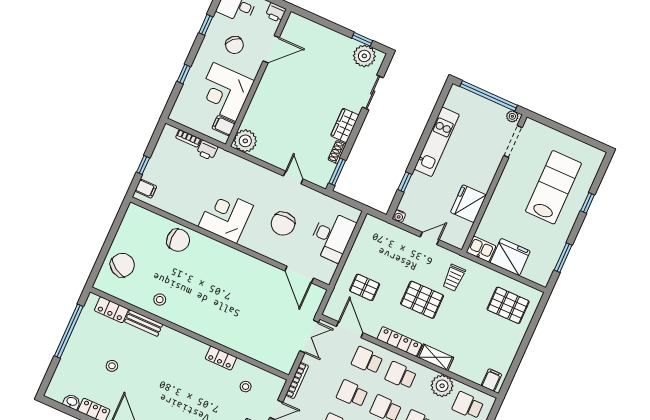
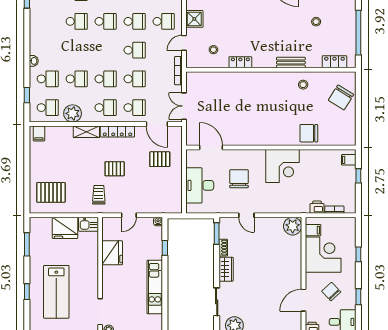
pallet: (422, 300) -> (115, 169), width x0.67, depth x0.71
bench: (144, 323) -> (291, 63), moved

